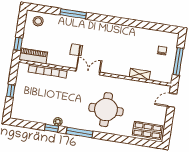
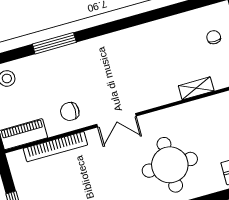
chair: (76, 50) -> (70, 111), moved
double door: (88, 72) -> (116, 120), swing flipped

